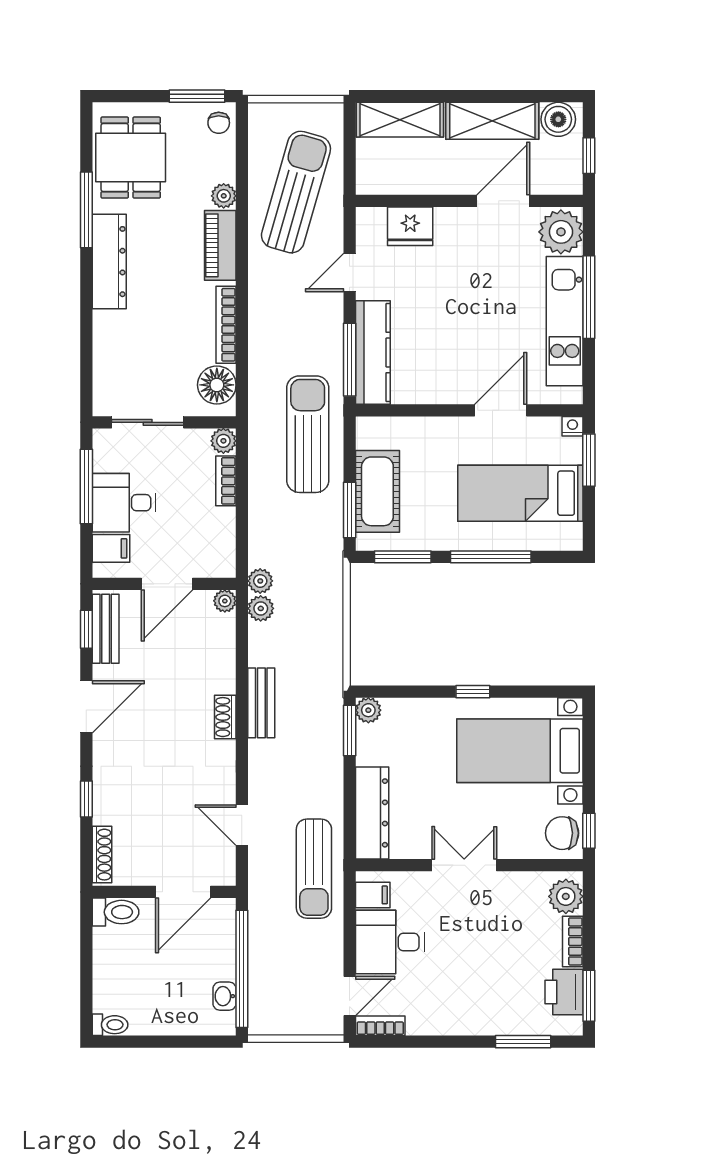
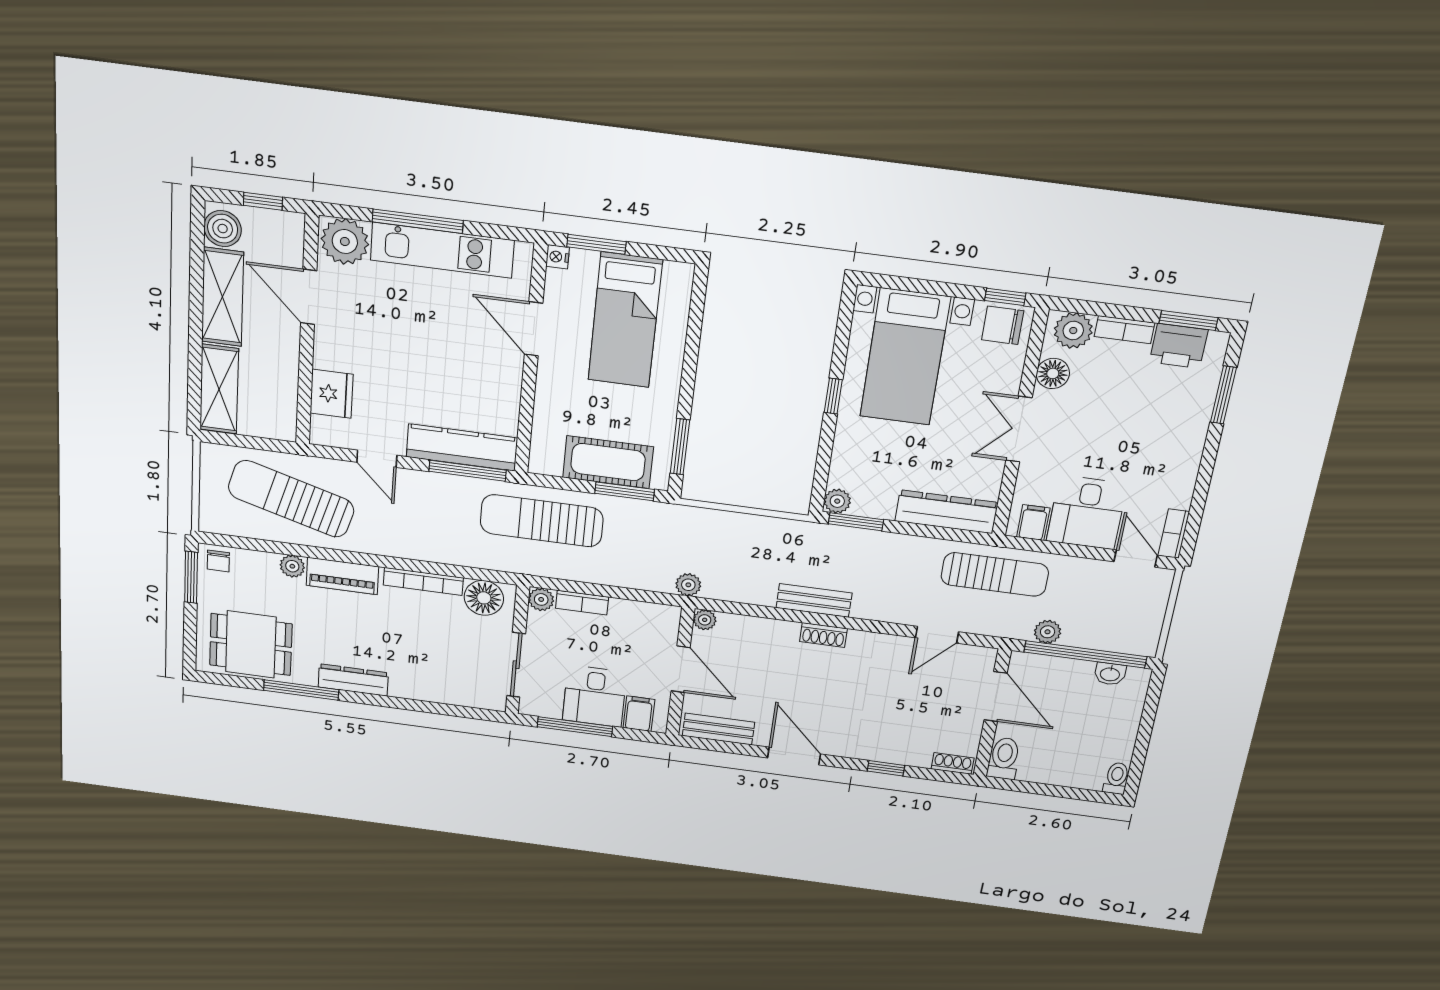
chair: (219, 123) -> (218, 561), turned 90
dresser: (109, 262) -> (353, 680), width x0.73, depth x0.80
window: (491, 557) -> (691, 359), removed
plant: (261, 608) -> (1048, 632), moved
window: (86, 629) -> (717, 746), removed
chair: (562, 833) -> (1003, 325), turned 90
shoe rack: (102, 855) -> (953, 763), width x0.70
floor lamp: (522, 886) -> (1053, 373), added

